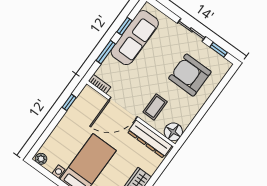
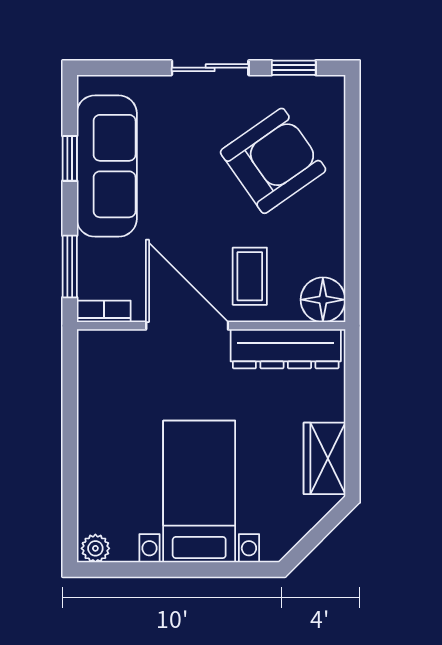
window: (106, 52) -> (70, 266), moved
armchair: (190, 75) -> (273, 161), turned 145
window: (69, 102) -> (70, 393), removed
door: (123, 108) -> (187, 326), swing flipped

